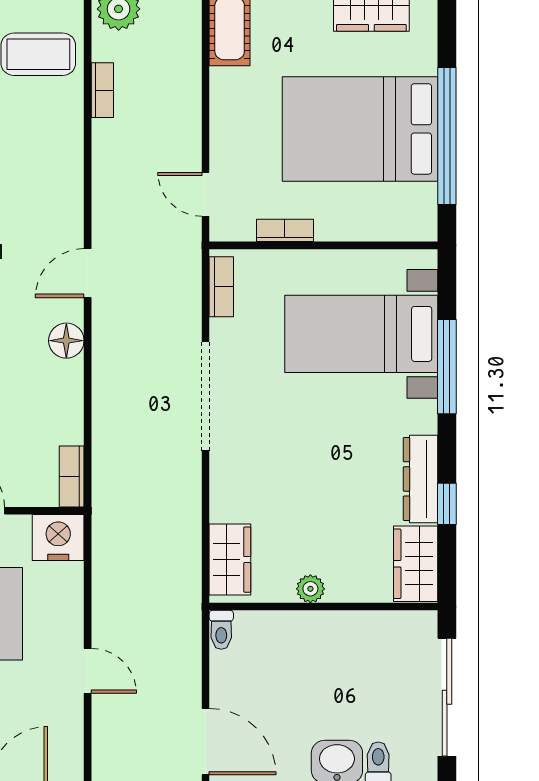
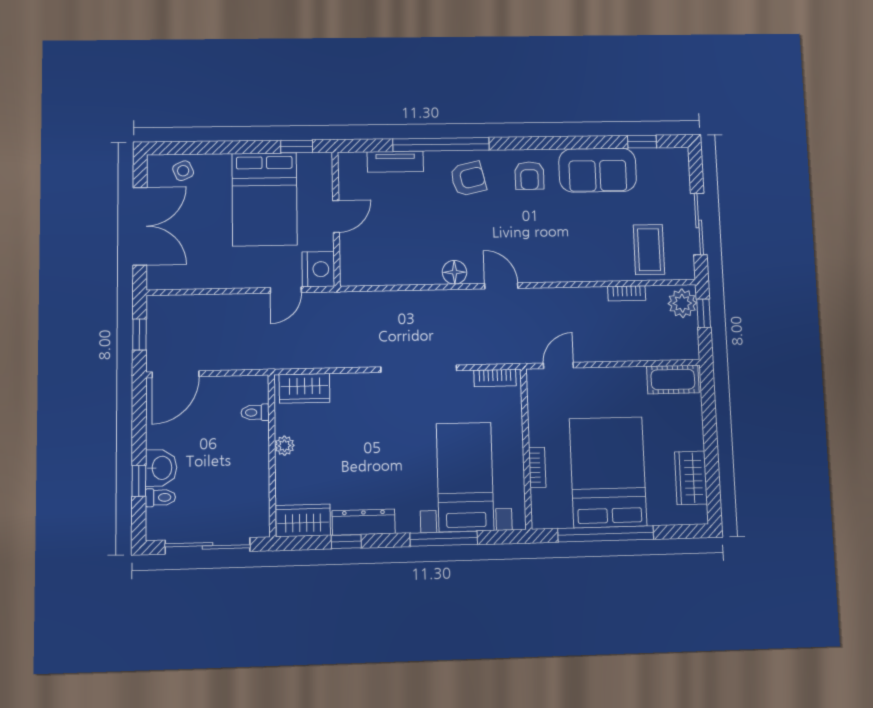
bookcase: (285, 230) -> (537, 467), moved
bookcase: (72, 476) -> (361, 278), removed
toilet: (221, 630) -> (255, 412), moved
door: (88, 671) -> (286, 290), moved

